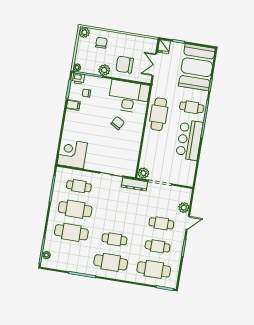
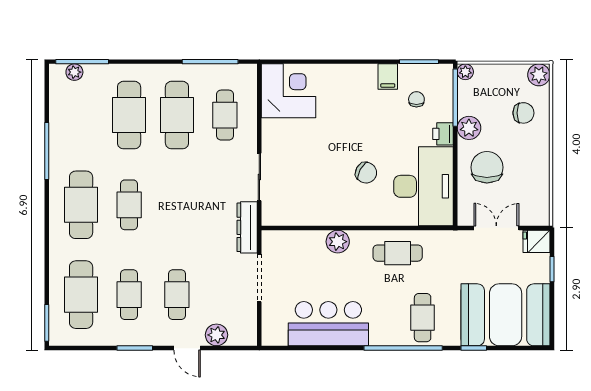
printer: (79, 79) -> (443, 134), moved
cafe table: (159, 114) -> (398, 253), width x0.73, depth x0.74
bar counter: (189, 140) -> (328, 324), moved
plant: (143, 173) -> (338, 242), moved

